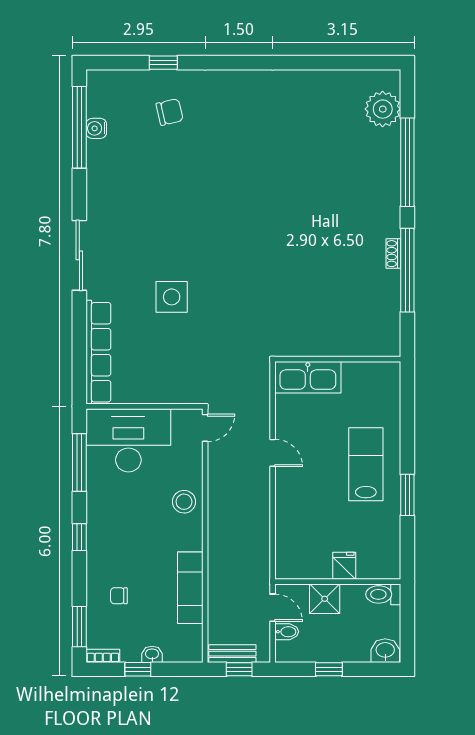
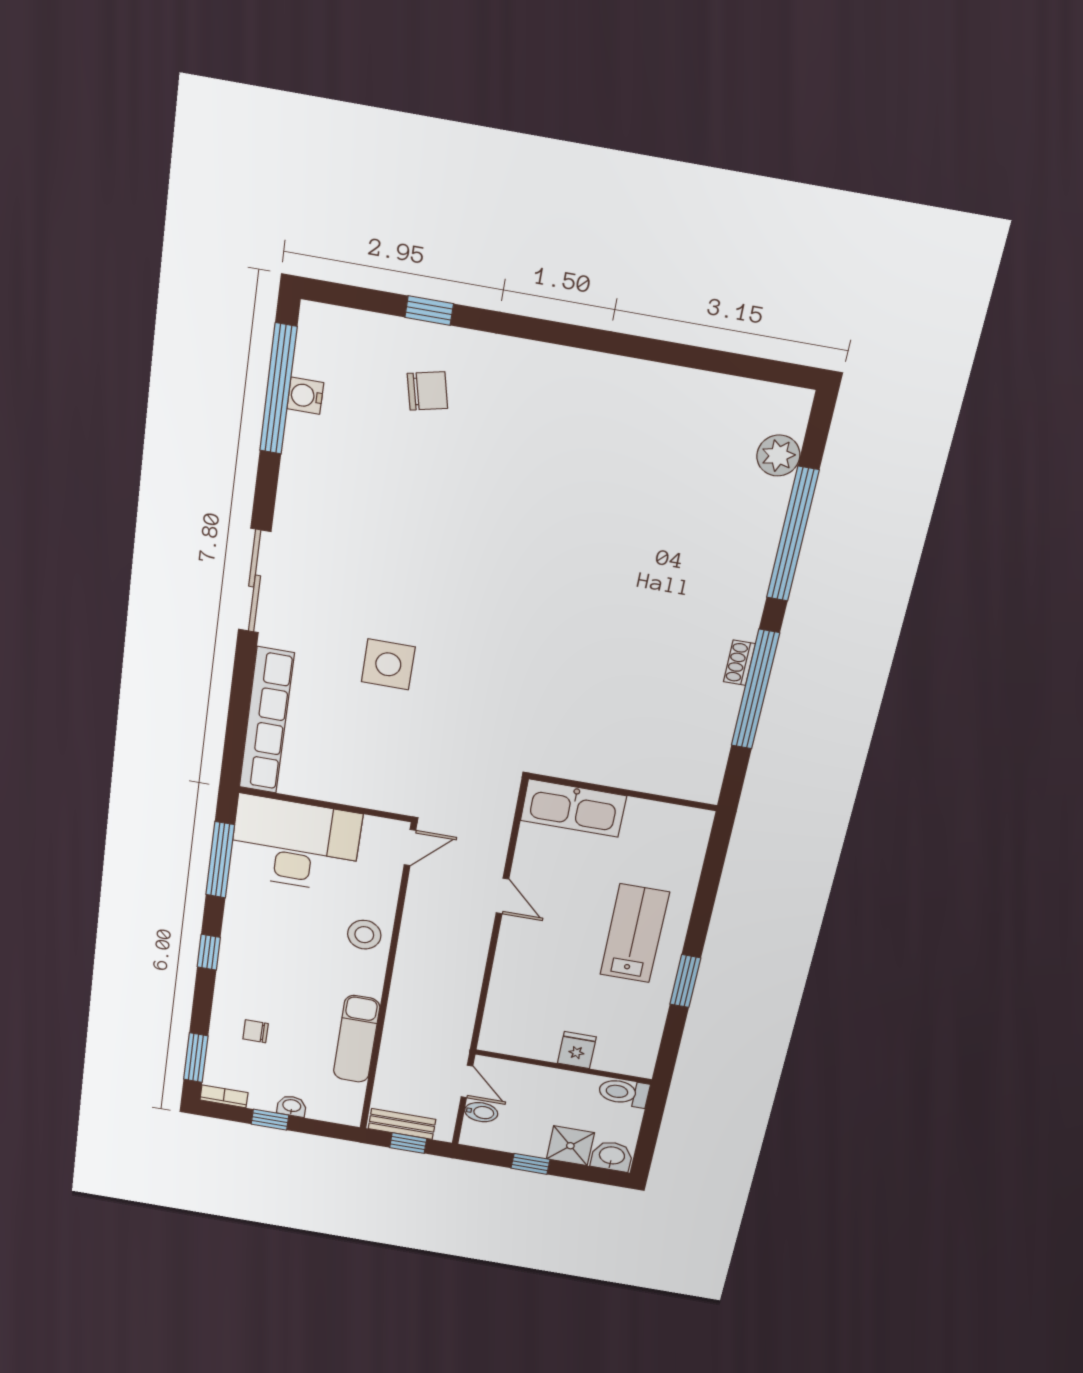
plant: (383, 109) -> (778, 455), width x0.73, depth x0.73
shower: (325, 599) -> (570, 1146), moved

